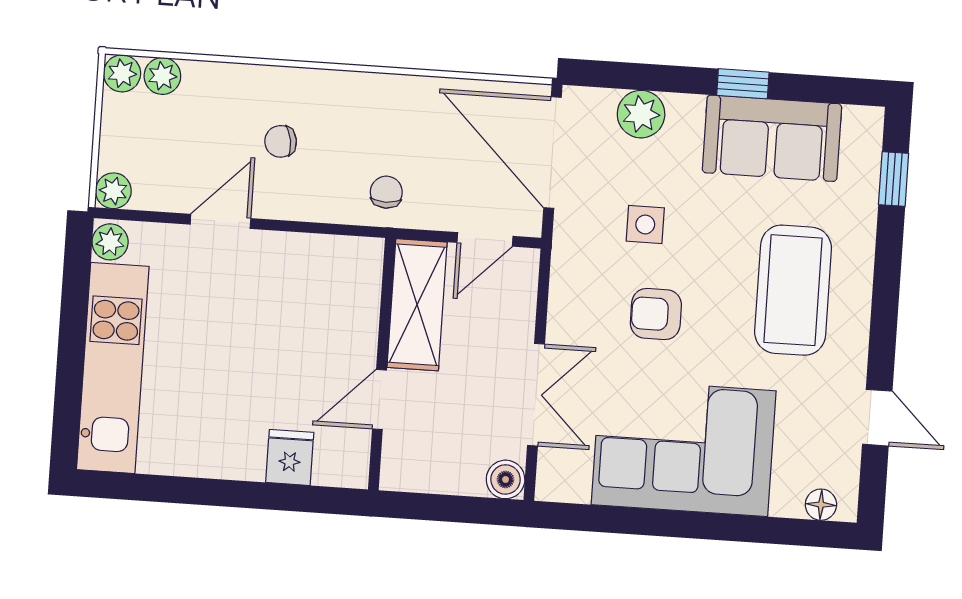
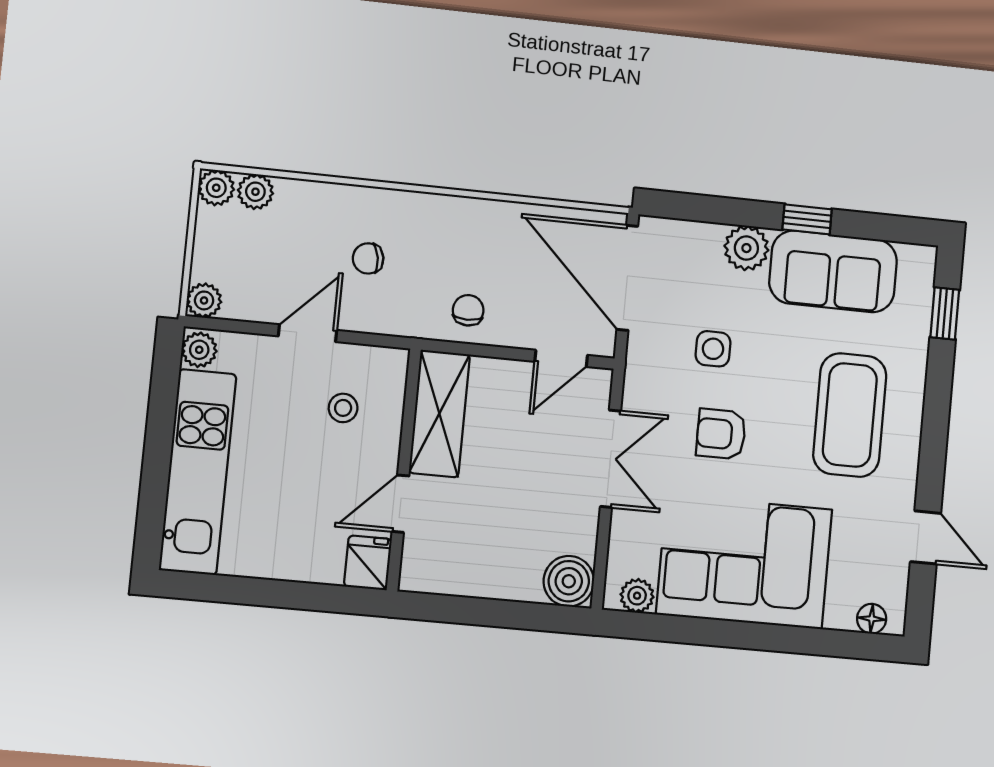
plant: (641, 114) -> (746, 248), moved
stool: (259, 298) -> (343, 408), added
shelving: (417, 305) -> (439, 414), moved
wall: (382, 364) -> (404, 470), moved
double door: (536, 395) -> (610, 459), moved
door: (379, 399) -> (400, 504), moved
boiler: (506, 479) -> (569, 581), width x1.36, depth x1.36
plant: (571, 486) -> (637, 596), added

